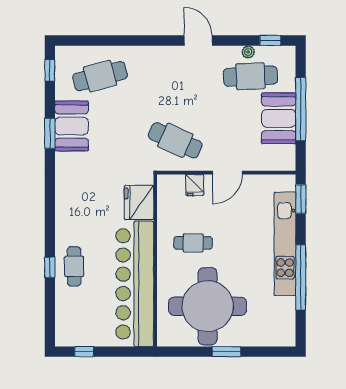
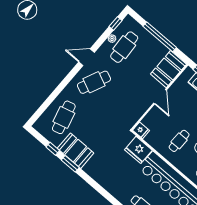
window: (50, 70) -> (53, 149), moved
booth: (279, 118) -> (168, 69), moved, turned 90
cafe table: (175, 140) -> (94, 82), moved
fridge: (195, 185) -> (141, 130), moved

